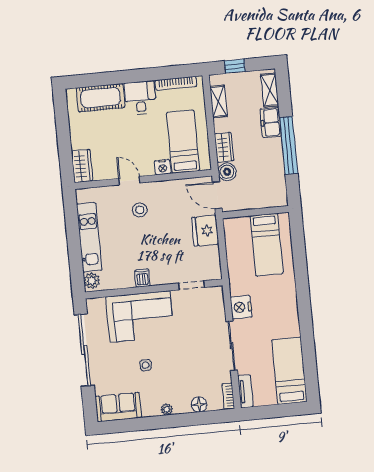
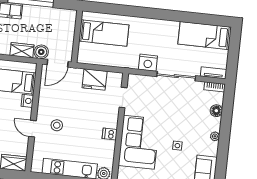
door: (129, 181) -> (32, 129), hinge flipped
fridge: (205, 231) -> (95, 79), moved

